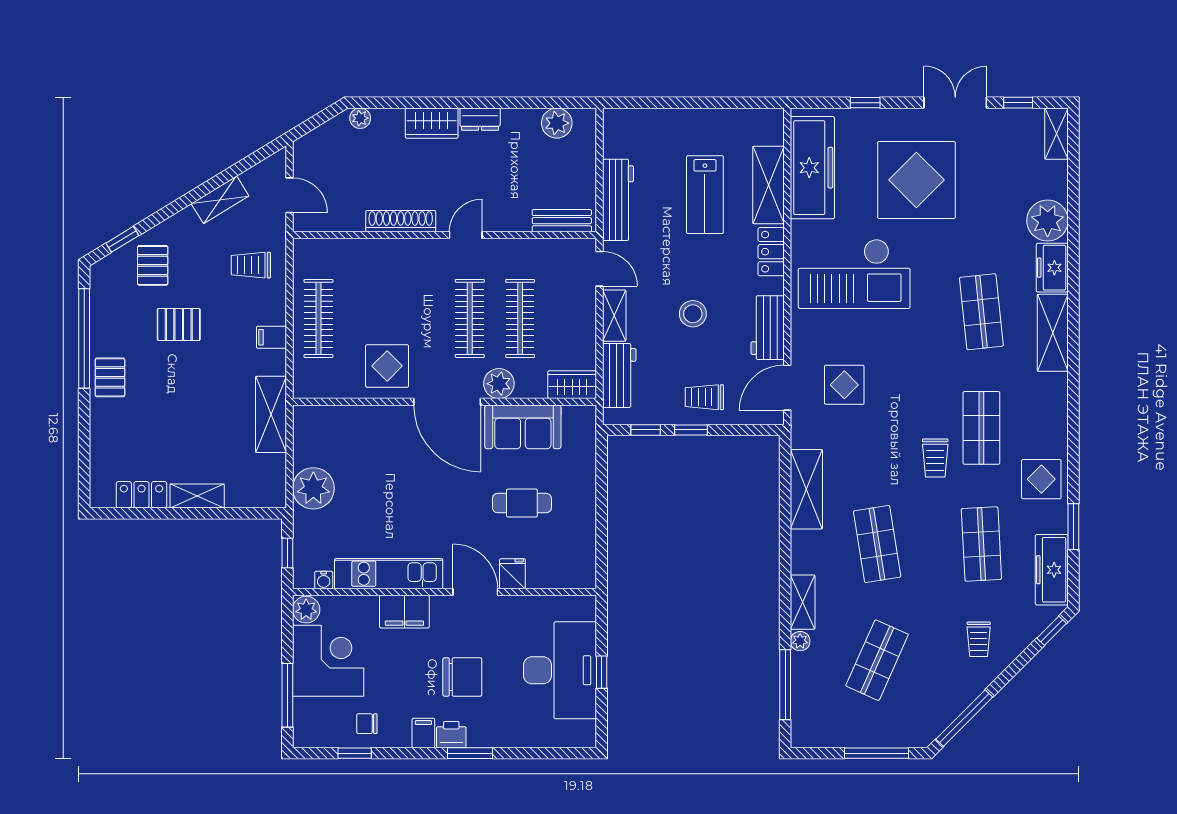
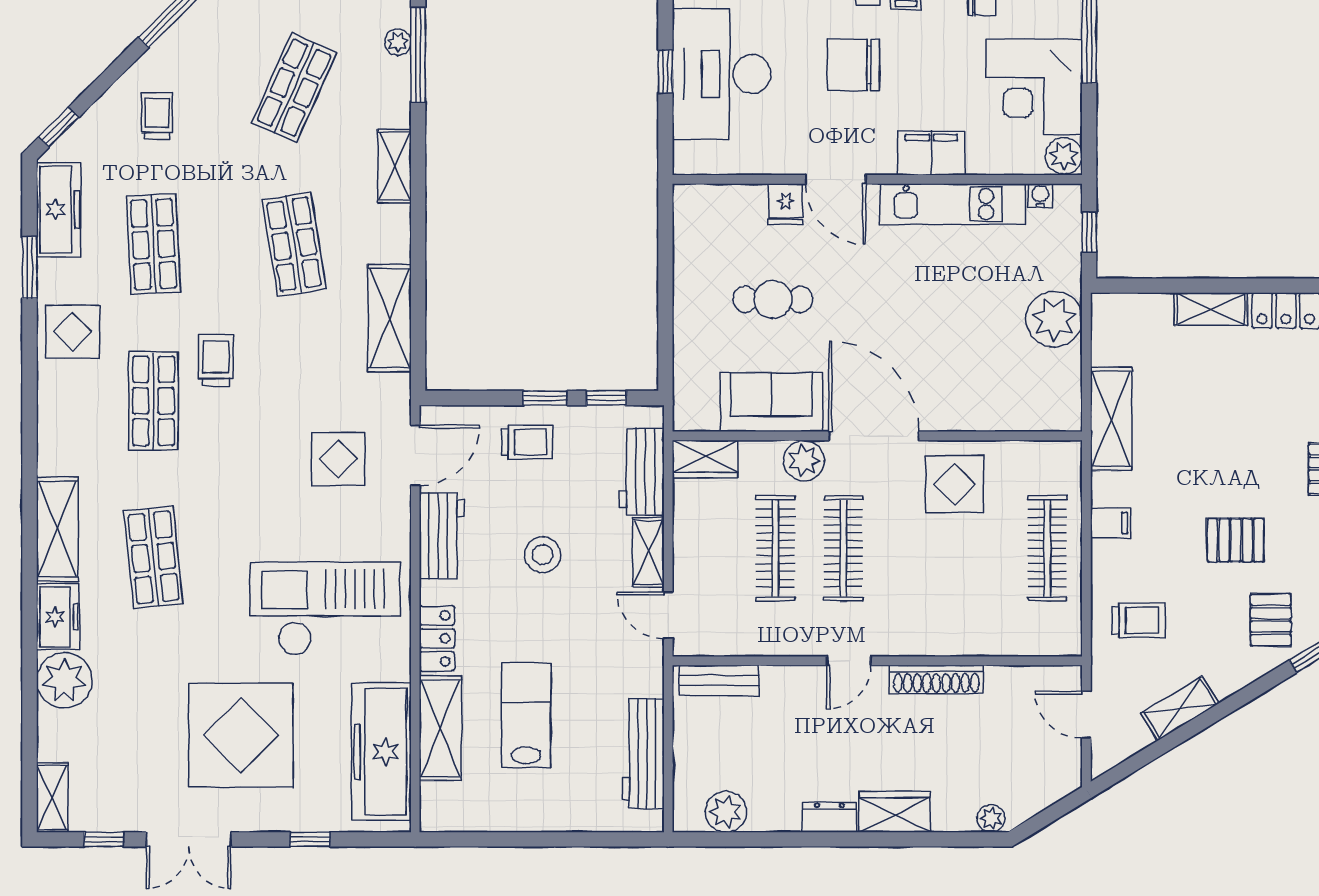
workbench: (618, 200) -> (643, 753), moved
plant: (800, 641) -> (398, 42), moved

